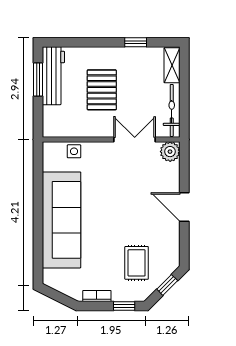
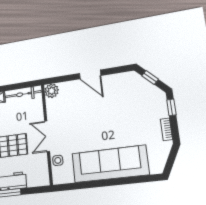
double door: (135, 140) -> (47, 136), moved
door: (184, 207) -> (90, 74), hinge flipped
rug: (137, 263) -> (136, 103), removed

